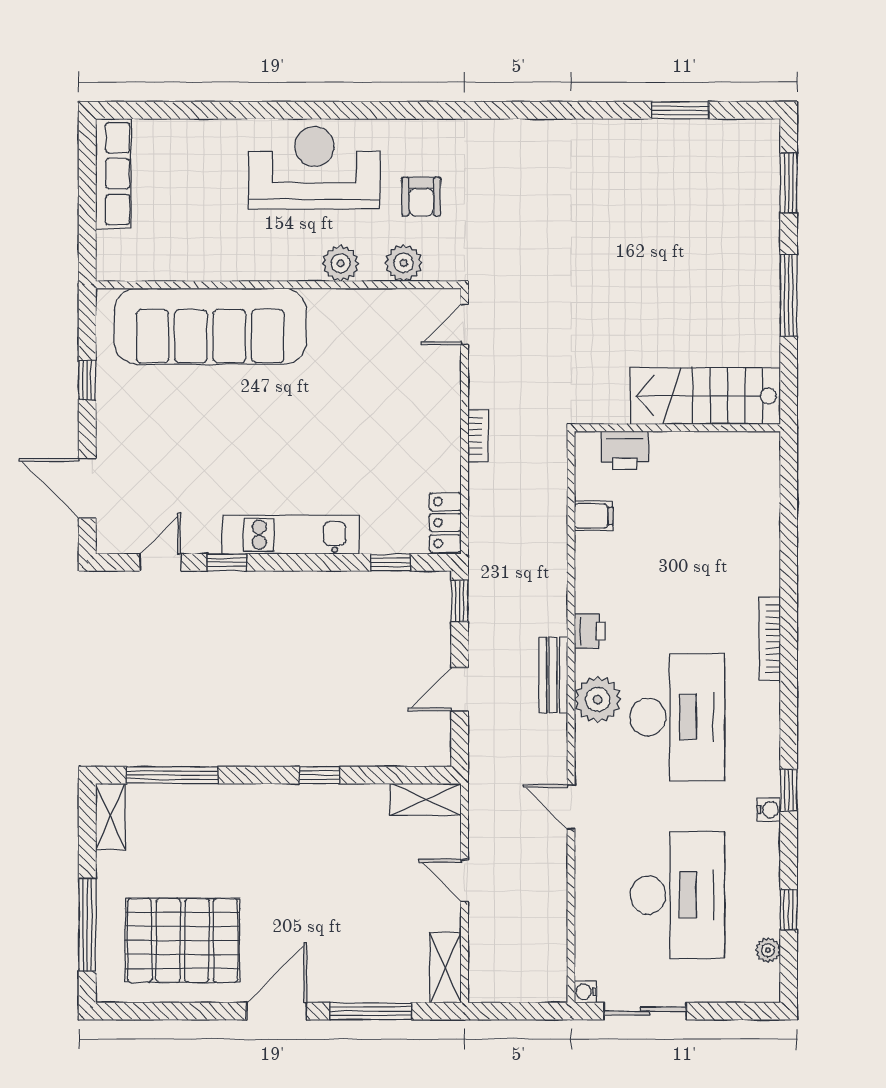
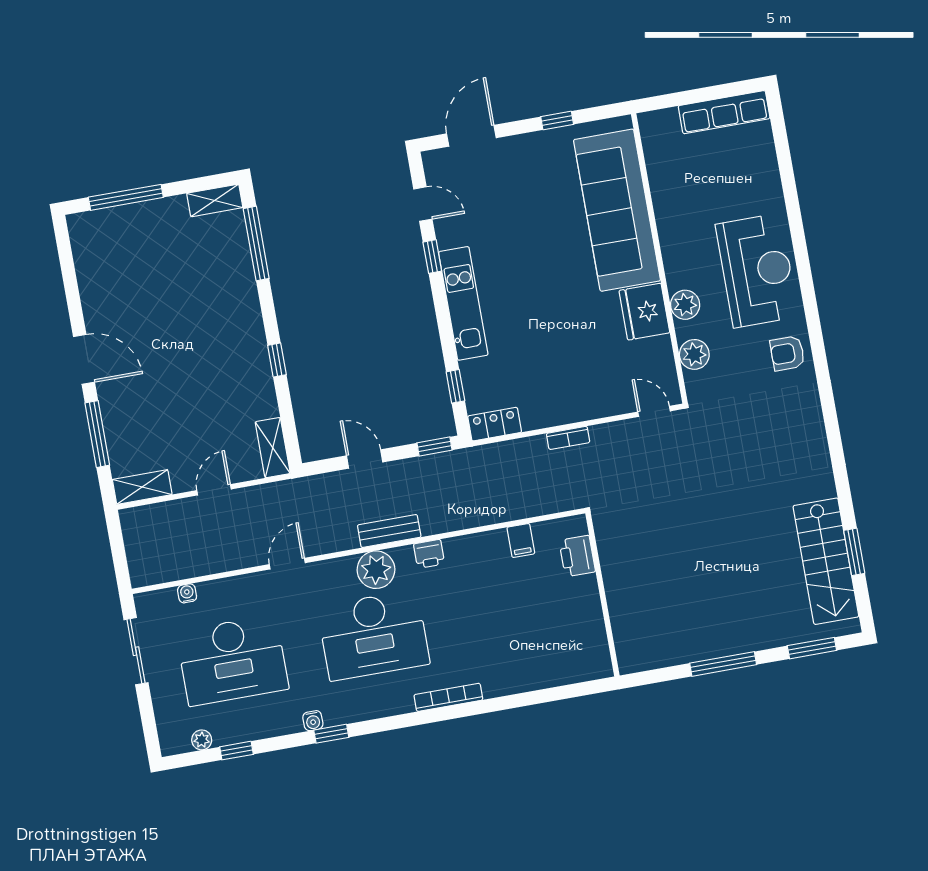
armchair: (421, 197) -> (787, 353), moved
fridge: (340, 315) -> (644, 312), added
stairs: (705, 396) -> (826, 561), moved, turned 180
pallet: (182, 940) -> (127, 275), removed
water cooler: (585, 992) -> (187, 593), moved

